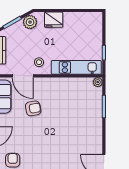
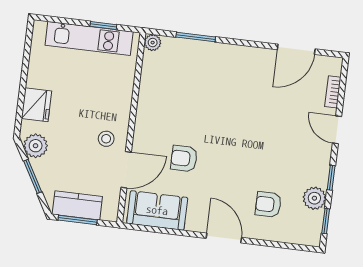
kitchen unit: (76, 67) -> (89, 38), moved, turned -90
armchair: (33, 108) -> (184, 159), turned -80

